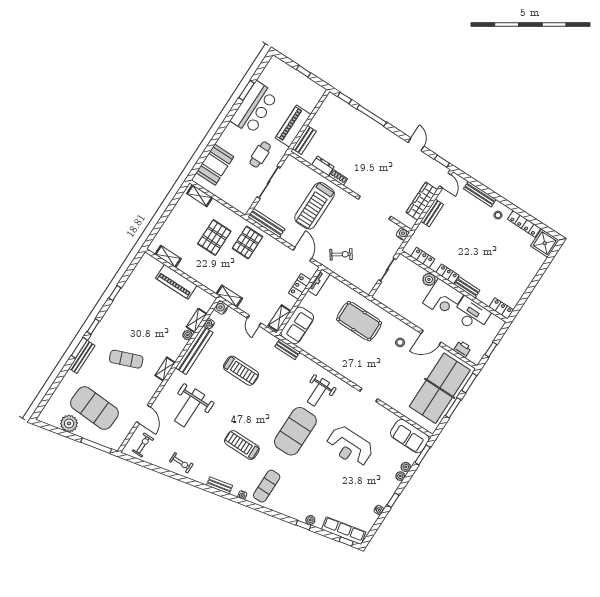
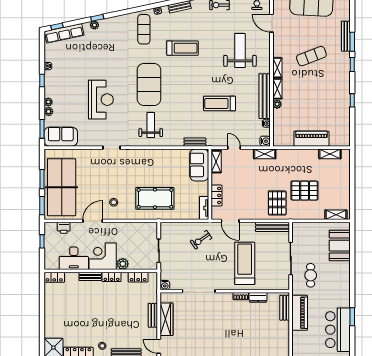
bar counter: (254, 108) -> (338, 330), moved
pallet: (214, 237) -> (305, 191), turned 90
shelving: (197, 320) -> (277, 89), moved
reception desk: (350, 446) -> (101, 100), turned 90

